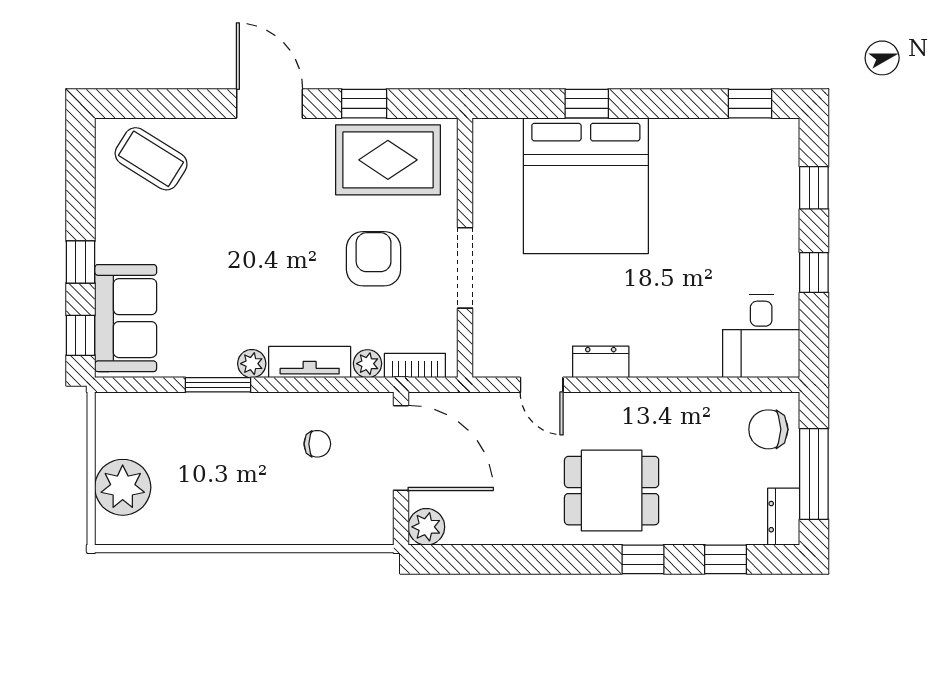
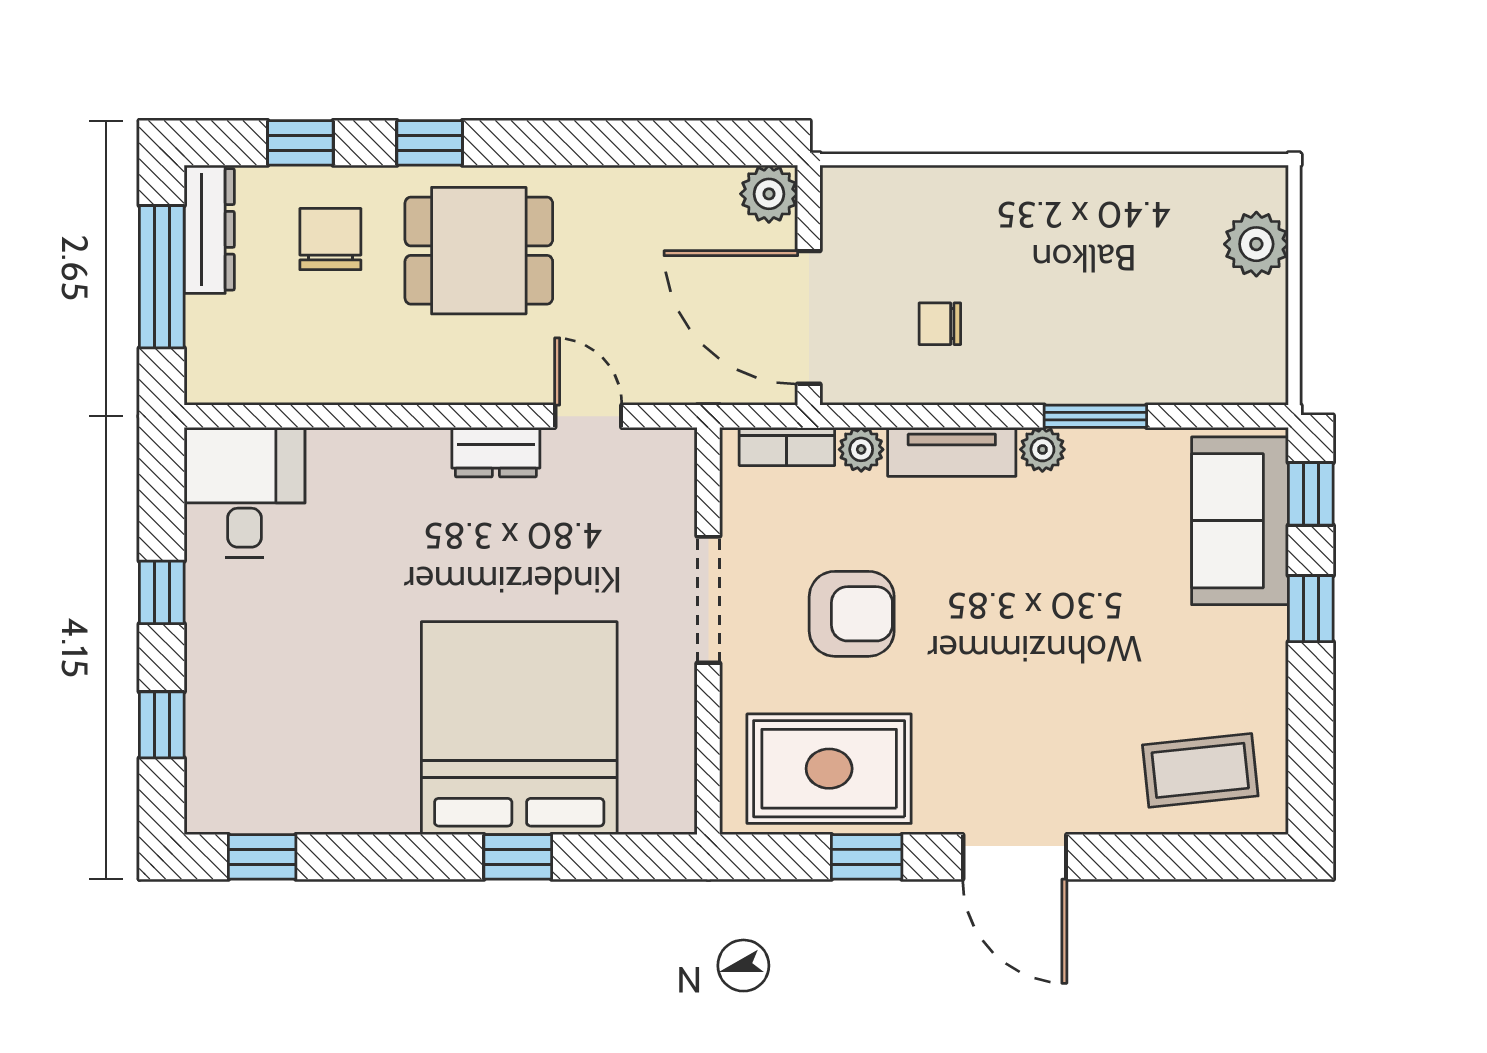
coffee table: (151, 159) -> (1200, 770), turned -38
armchair: (374, 259) -> (852, 614), turned -90
chair: (768, 429) -> (330, 239), moved, turned -90
plant: (123, 487) -> (1256, 244), width x0.73, depth x0.73
dresser: (784, 517) -> (209, 229), width x1.44

